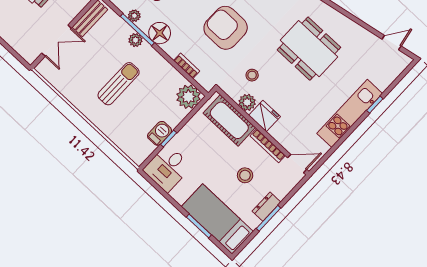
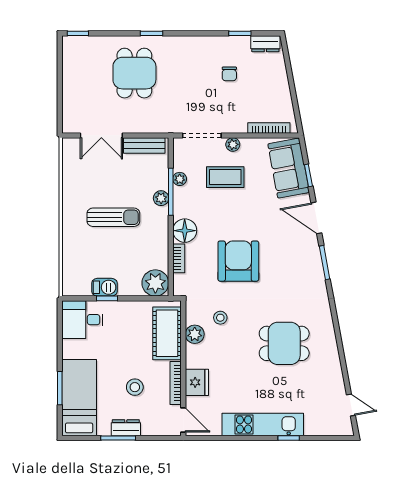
floor lamp: (160, 33) -> (185, 231), moved
dining table: (309, 49) -> (284, 343), width x0.73
fridge: (265, 116) -> (197, 382), moved

